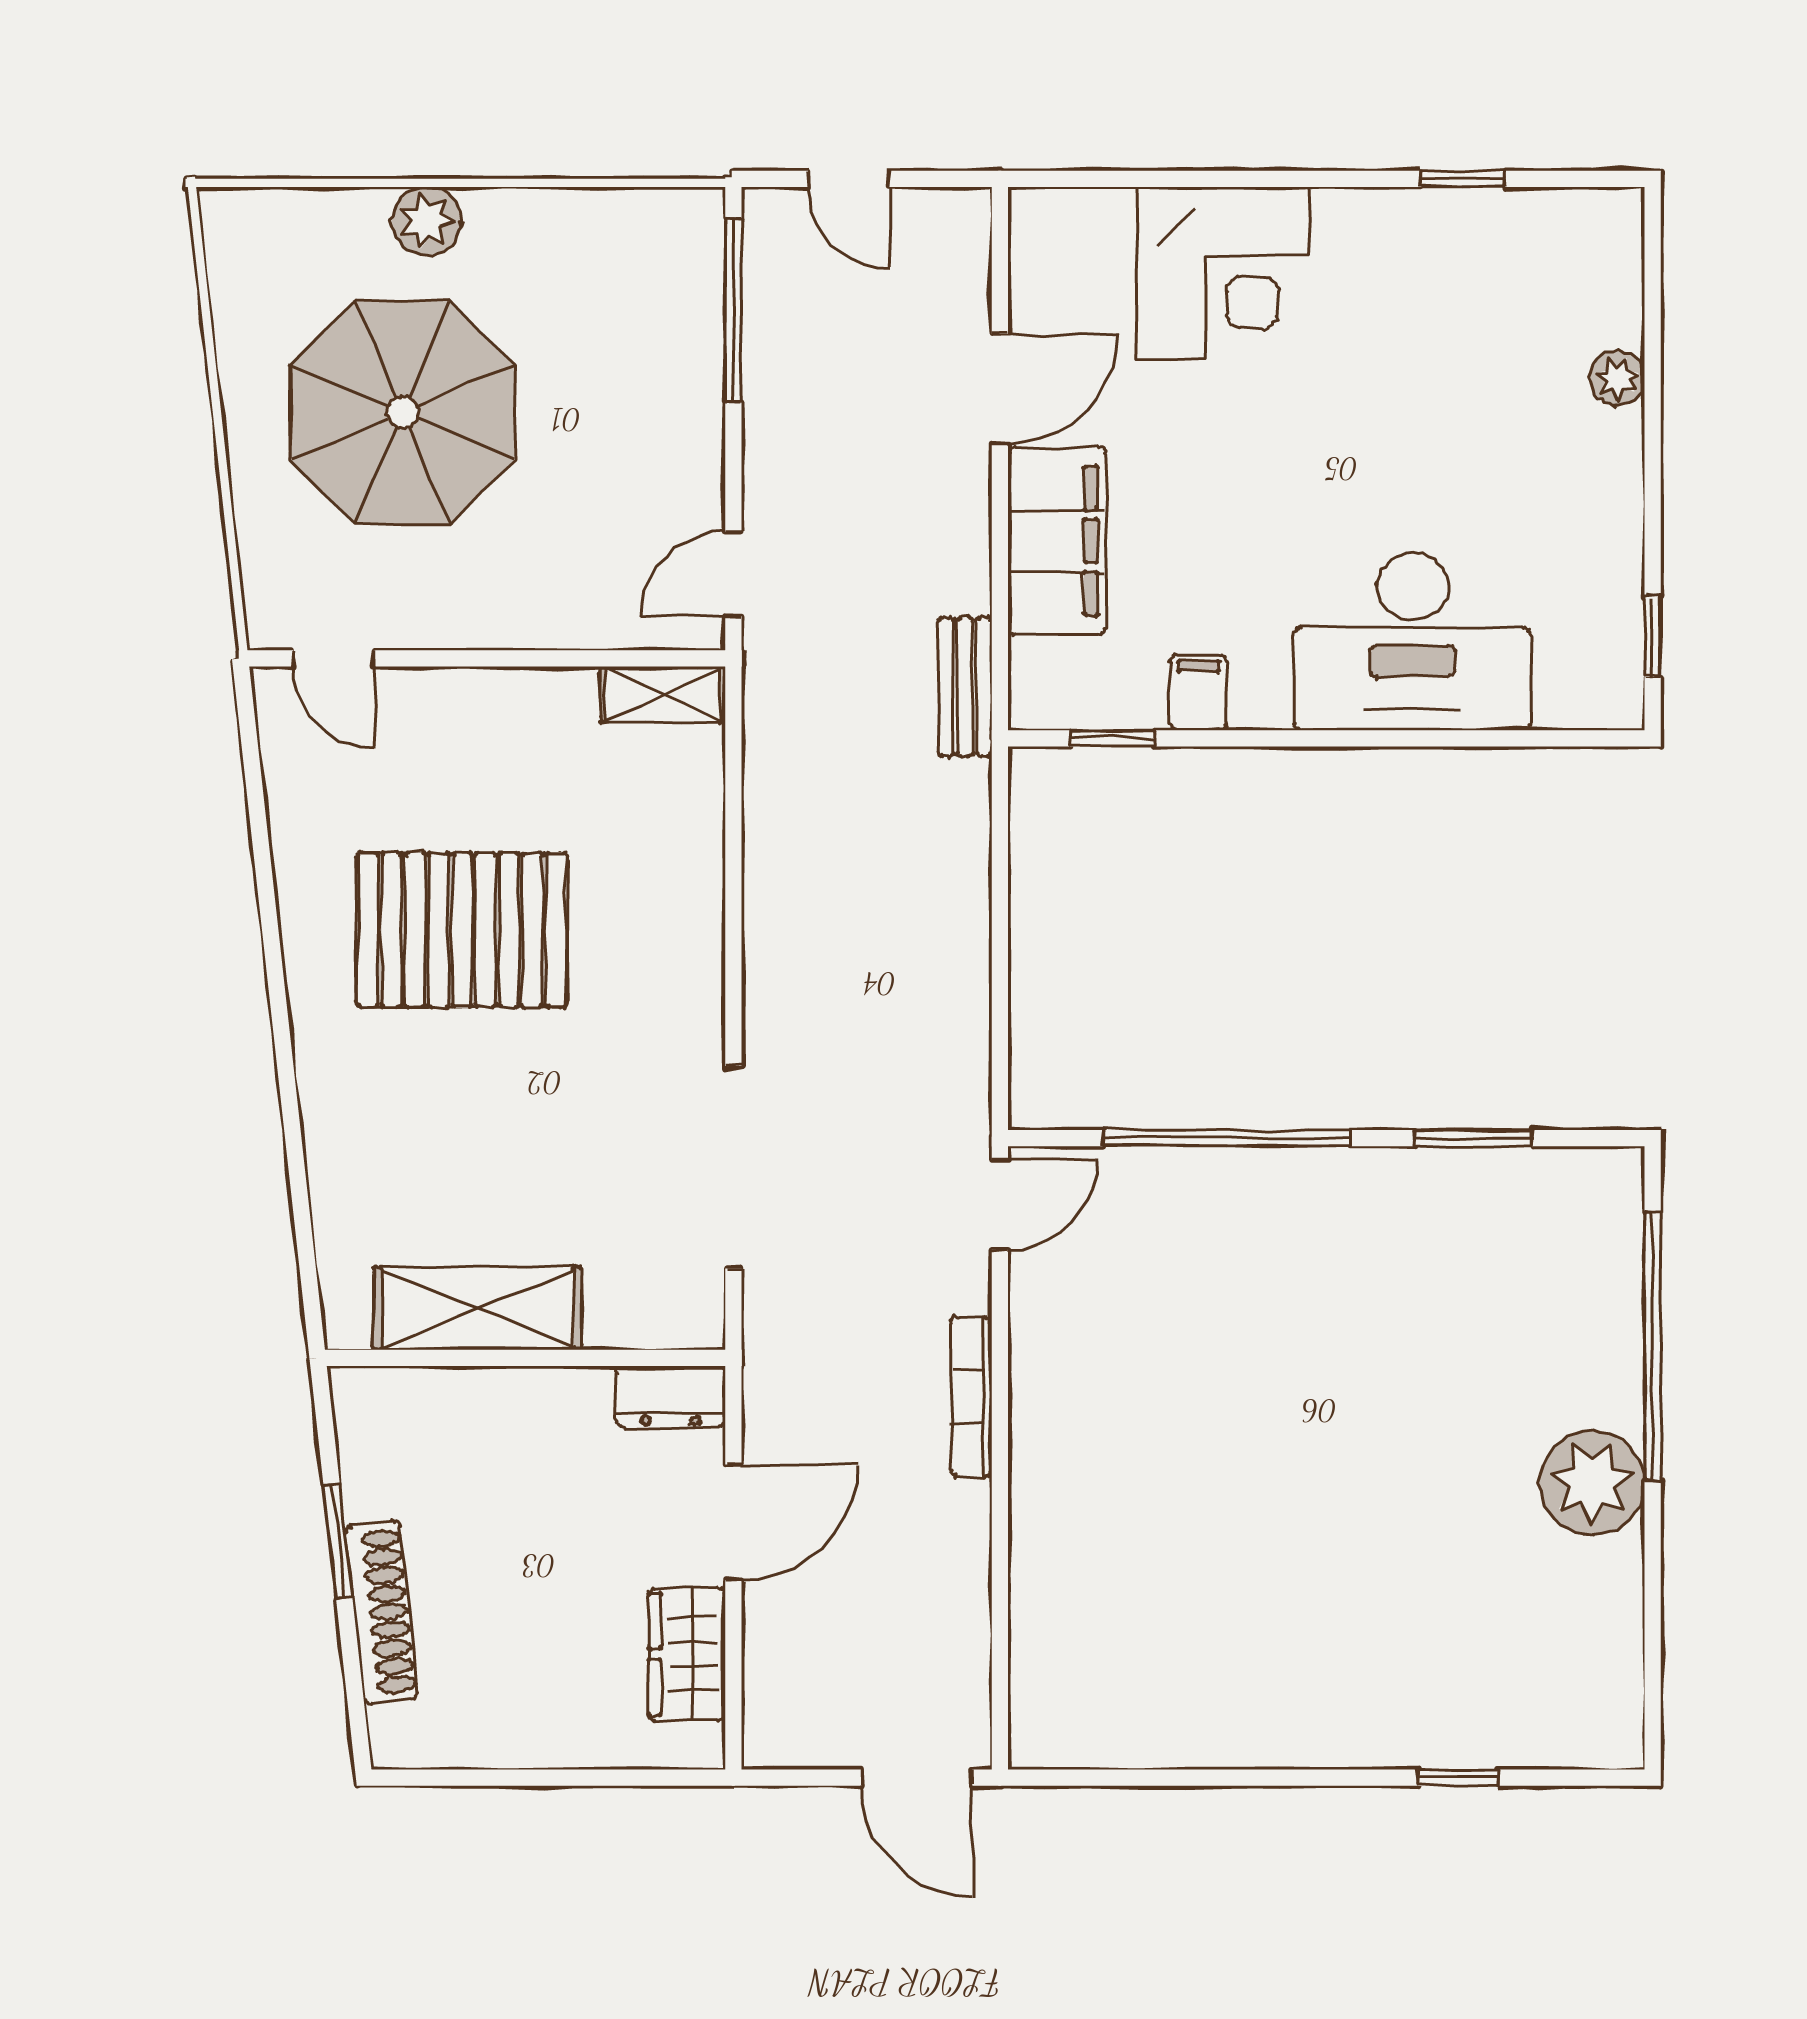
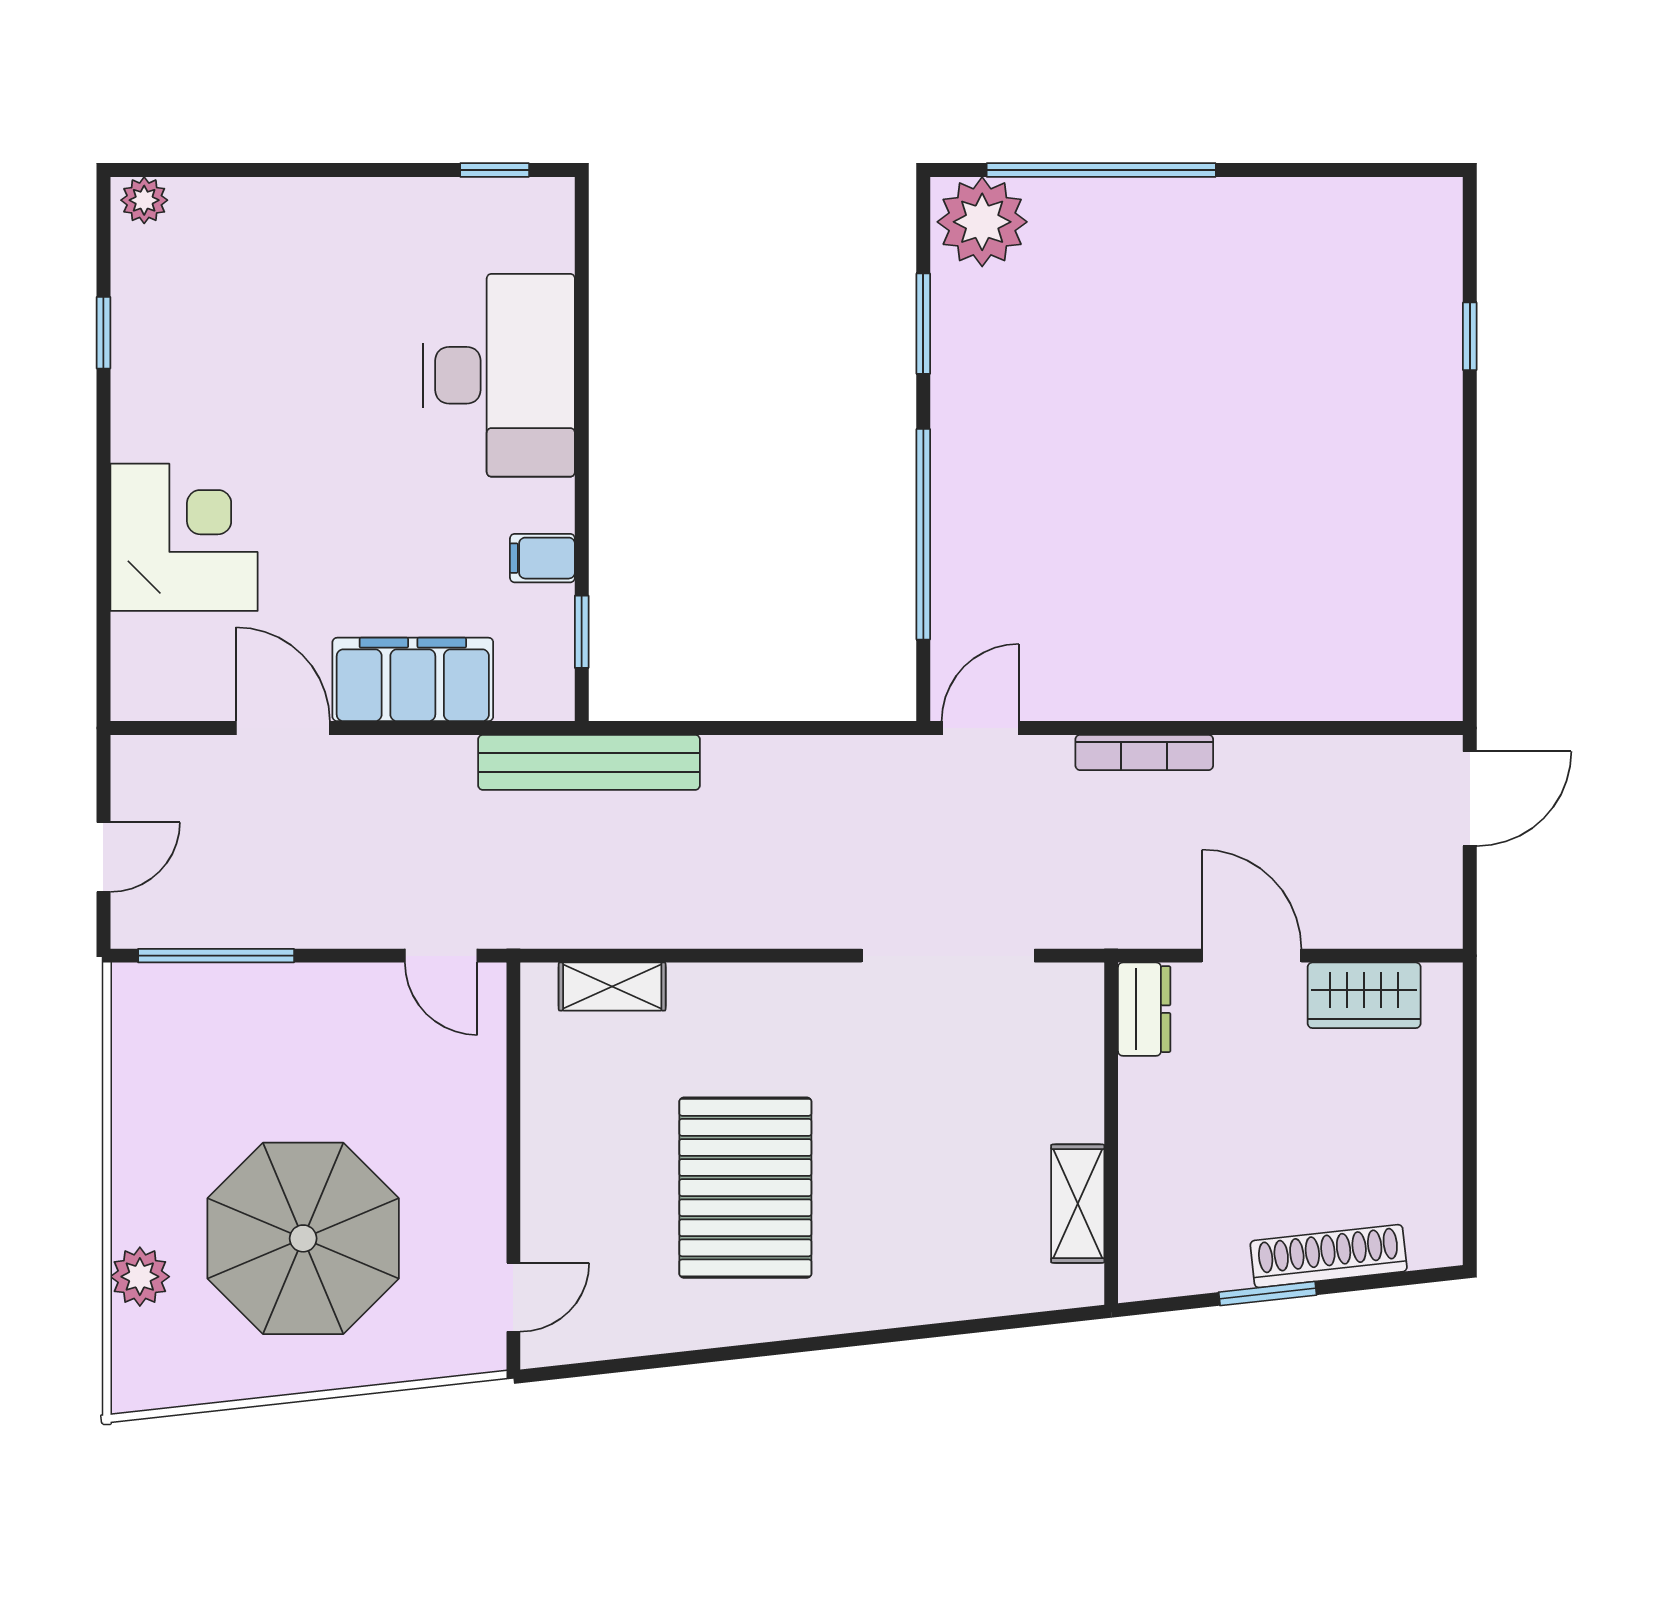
plant: (427, 221) -> (140, 1277), moved
plant: (1617, 378) -> (144, 200), moved
bench: (965, 687) -> (589, 762), width x1.86, depth x1.21
shelving: (663, 695) -> (612, 987), moved, turned 90
door: (1000, 1205) -> (980, 728), hinge flipped
shelving: (478, 1308) -> (1078, 1204), width x0.67, depth x0.75
plant: (1592, 1483) -> (982, 222), moved

